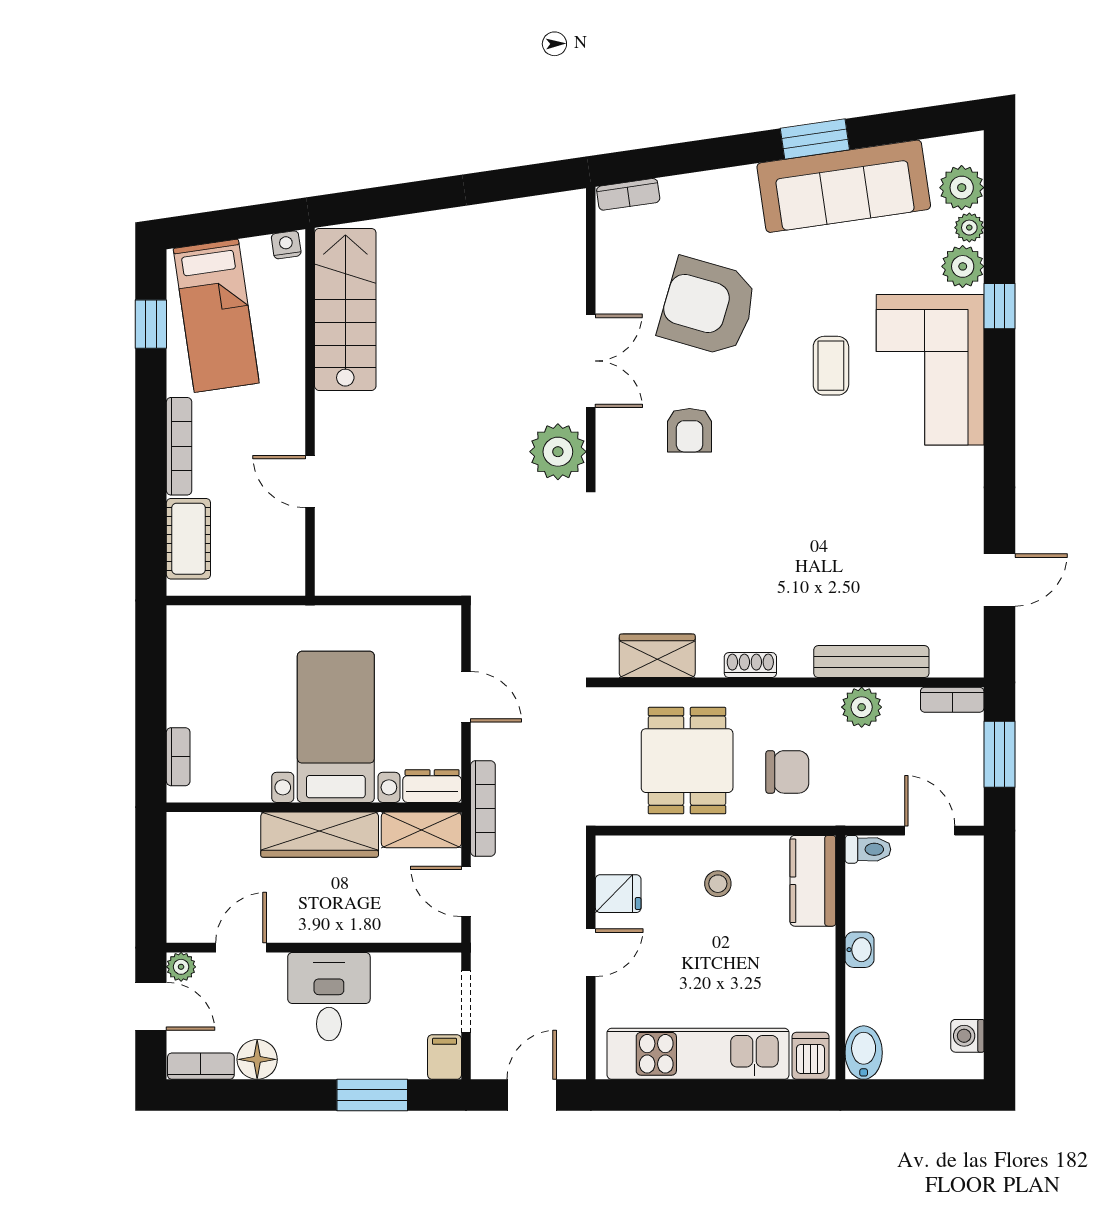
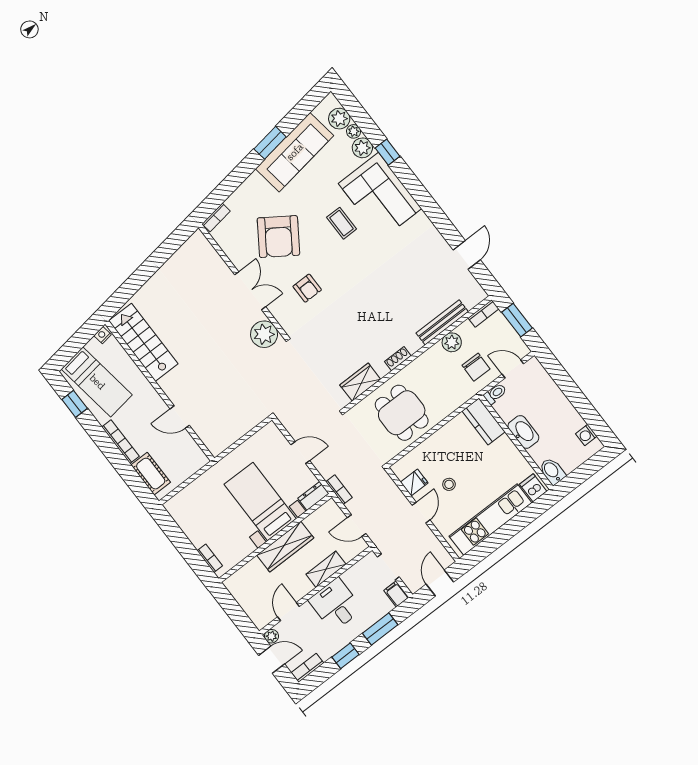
armchair: (708, 307) -> (278, 237), turned -72
chair: (787, 772) -> (476, 367), moved, turned 91
bookcase: (483, 808) -> (339, 490), width x0.64
shelving: (421, 830) -> (326, 569), moved
stool: (718, 884) -> (449, 484), moved
washbasin: (860, 950) -> (523, 432), width x1.91, depth x1.45
floor lamp: (257, 1059) -> (327, 649), removed
window: (280, 1095) -> (346, 656), added

